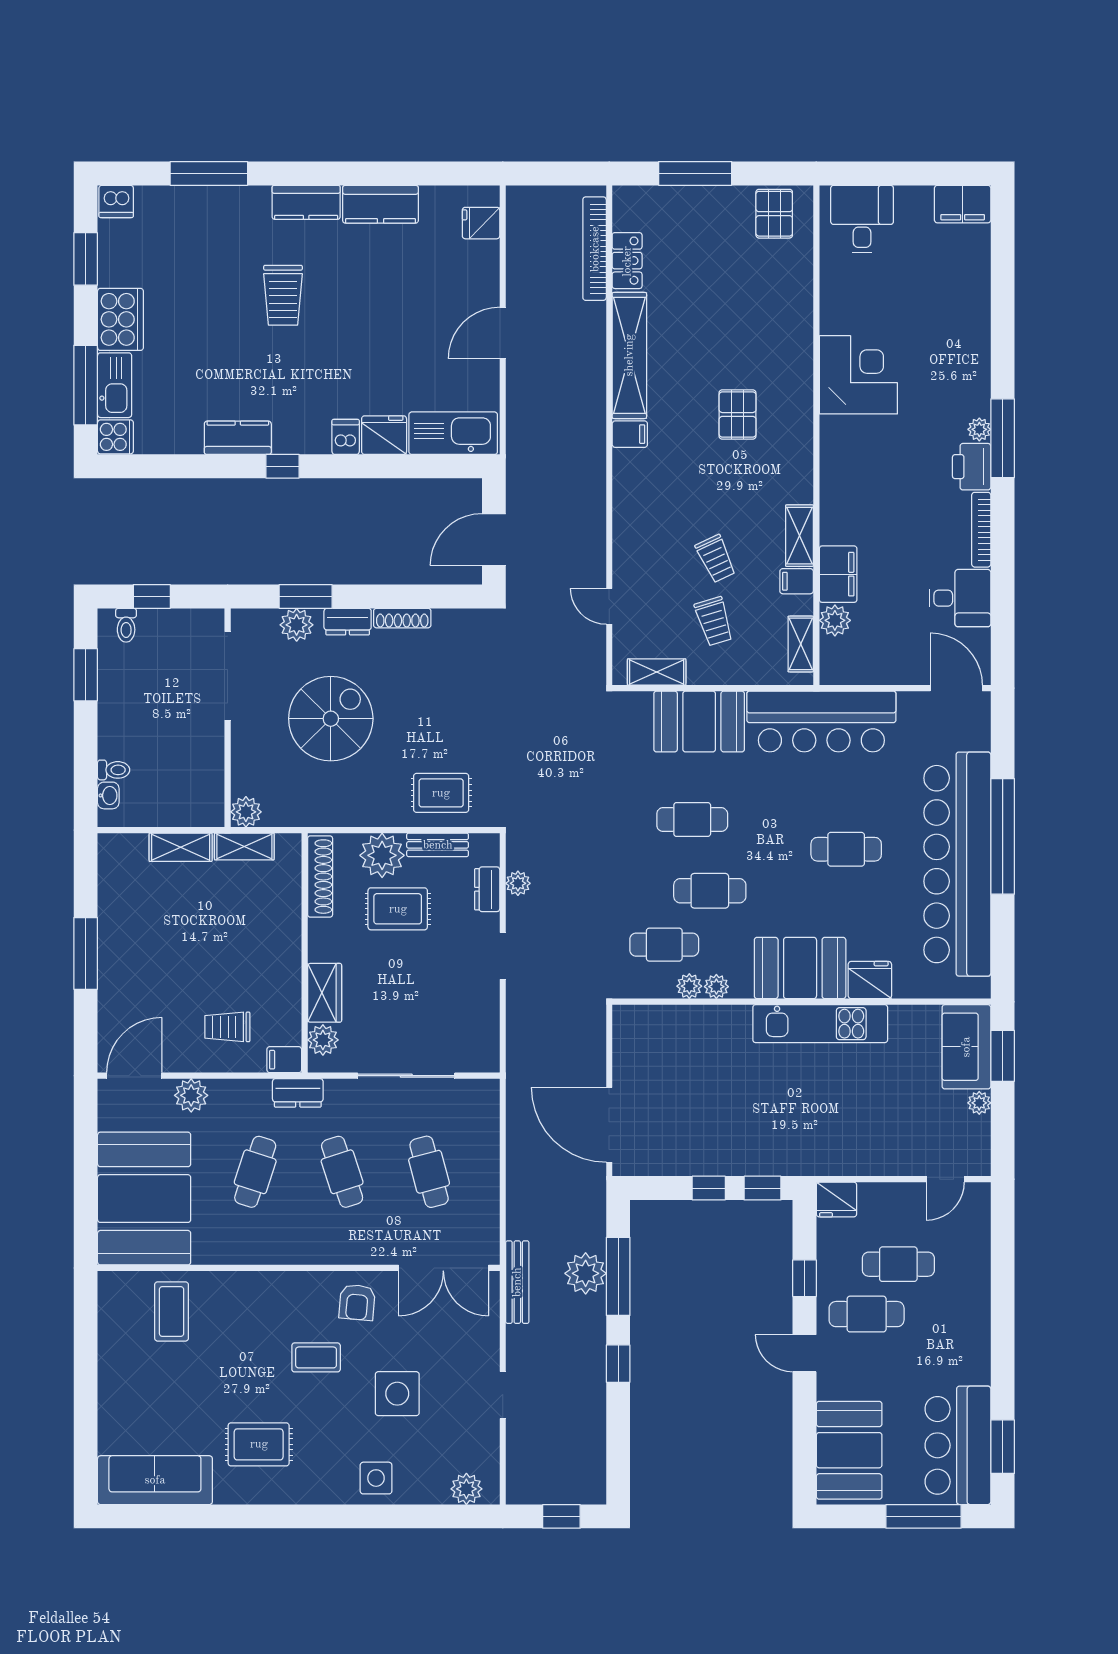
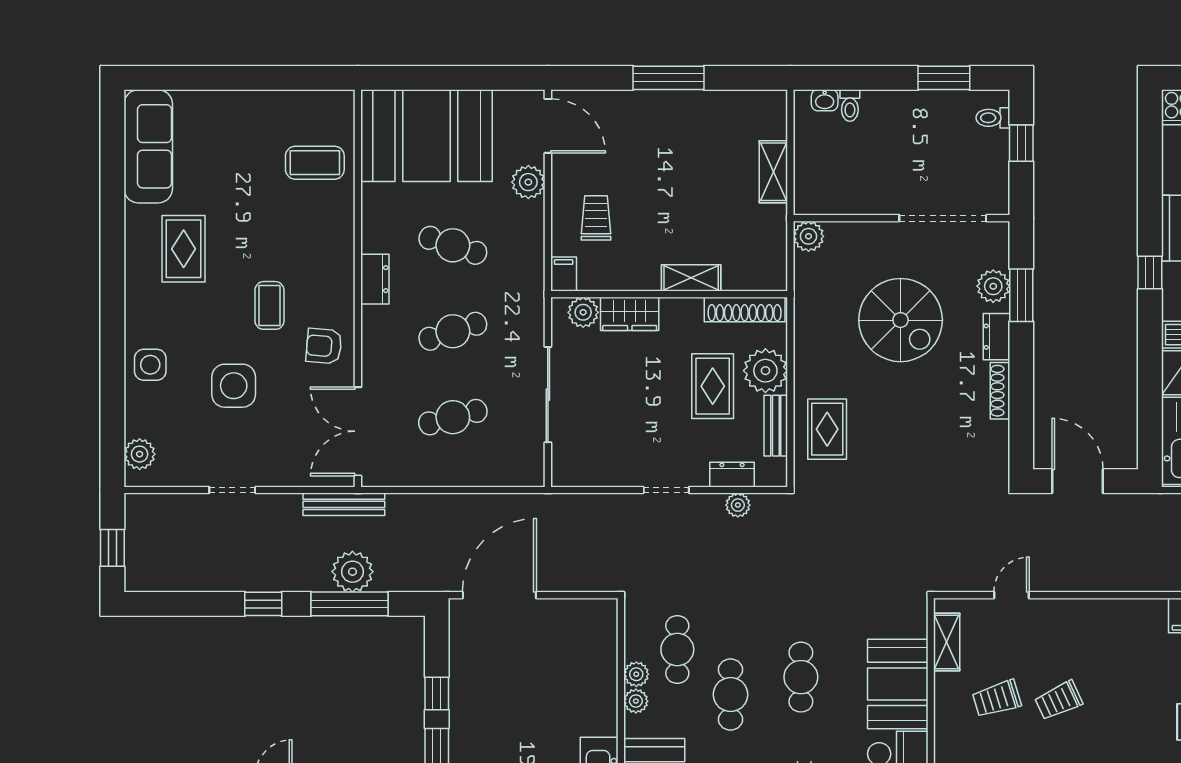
shelving: (244, 847) -> (691, 278), moved, turned 90
dresser: (298, 1093) -> (375, 279), moved, turned 180

